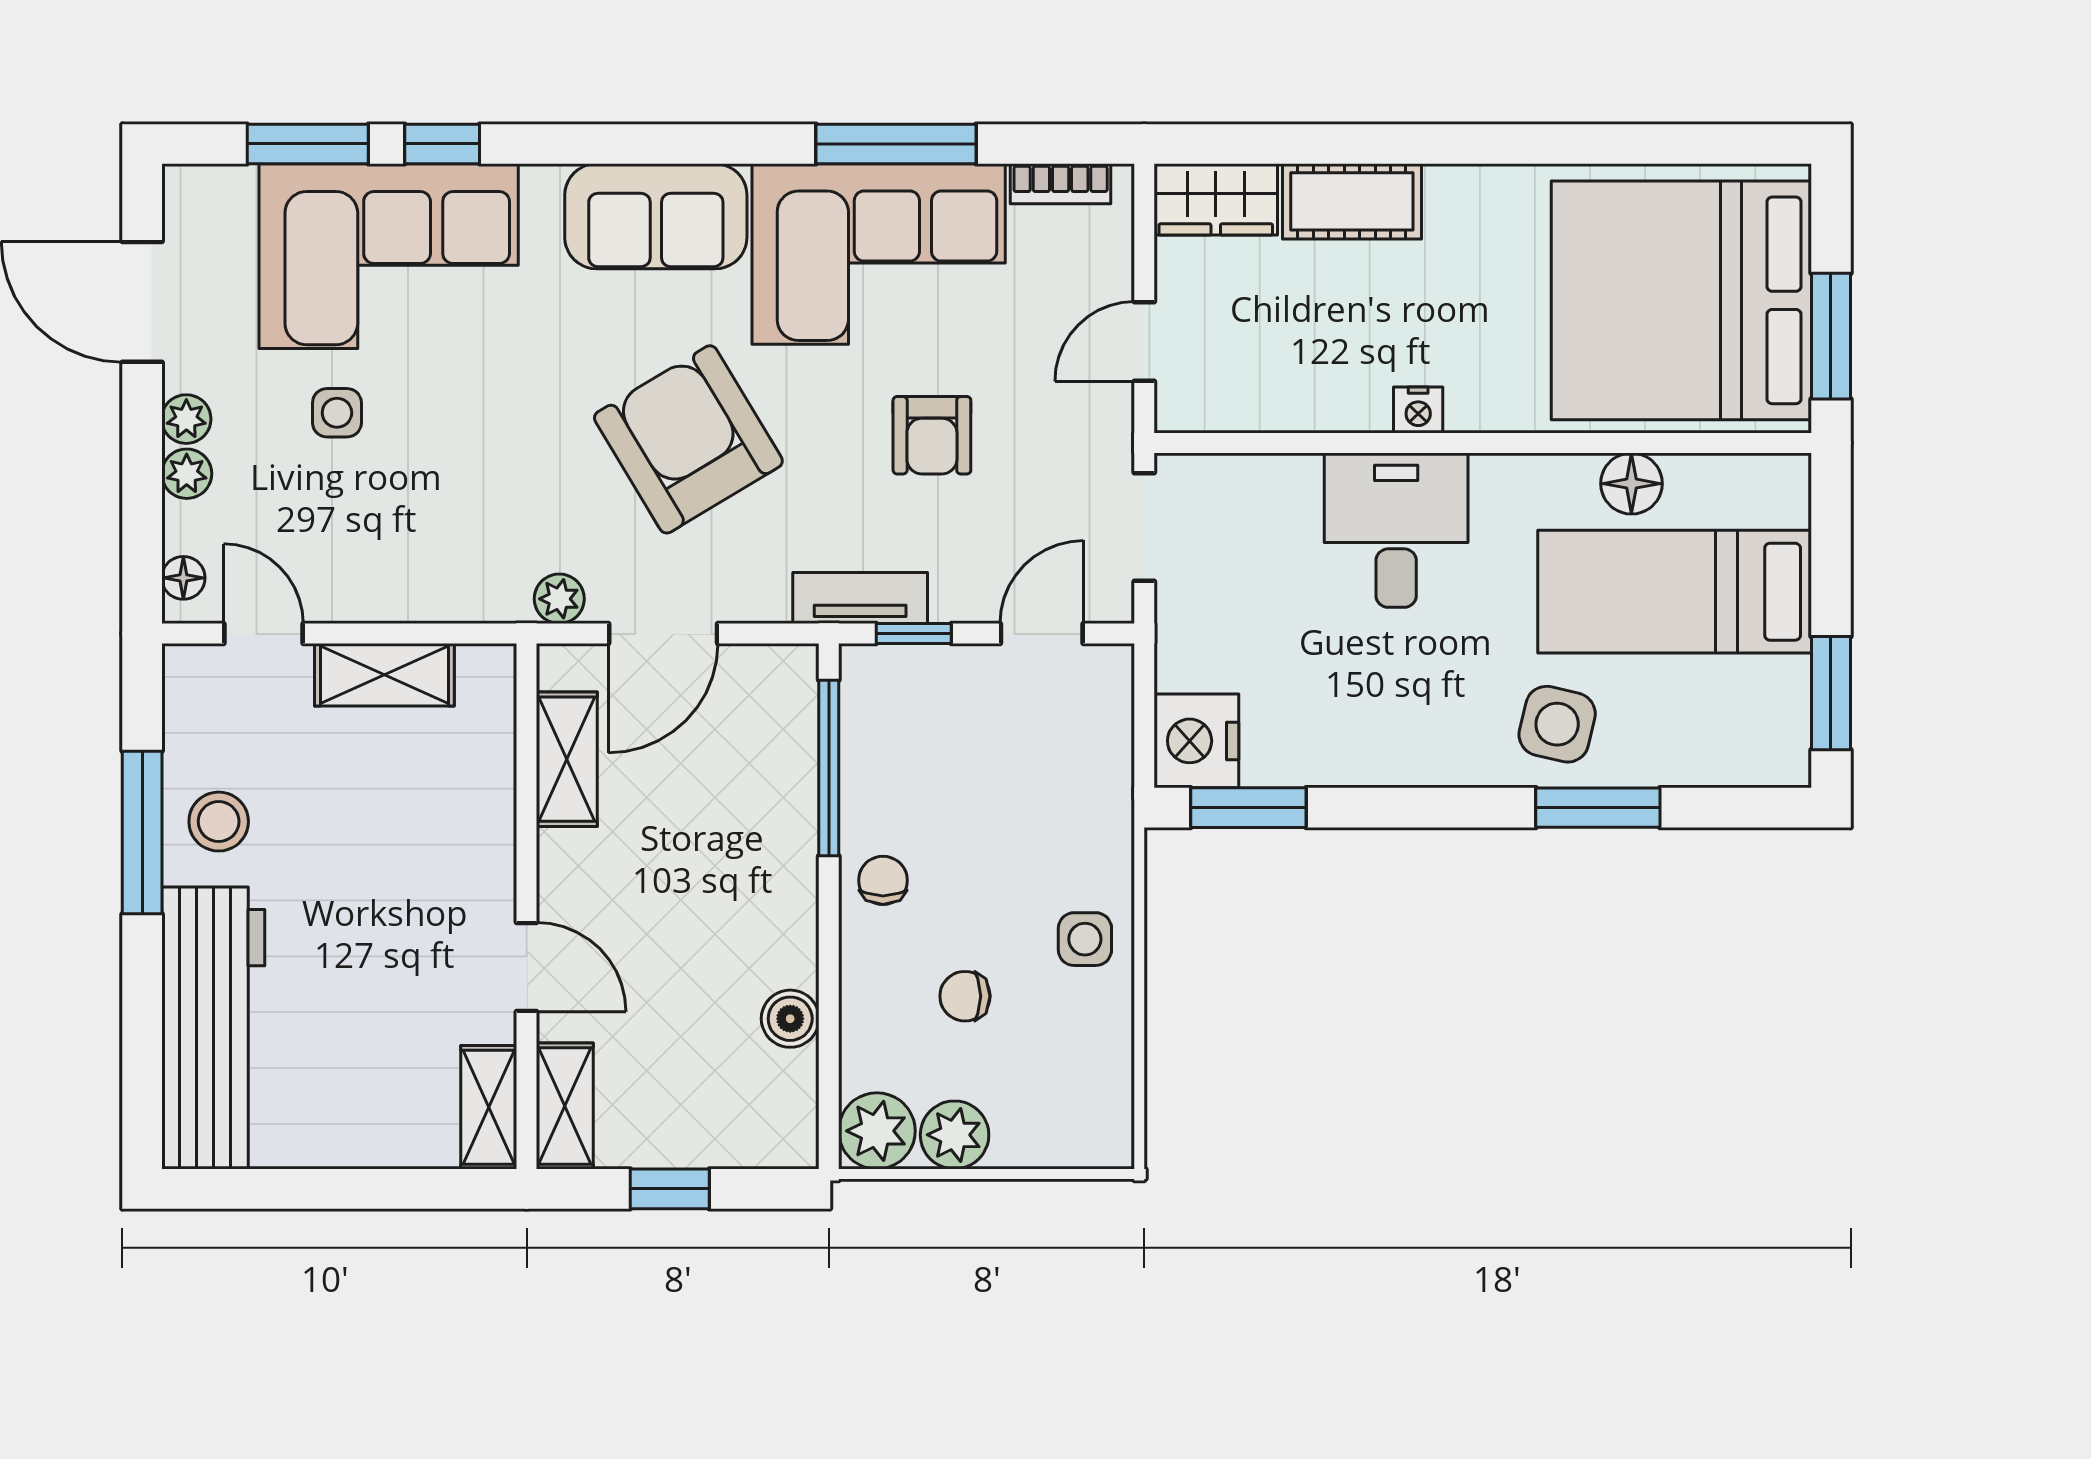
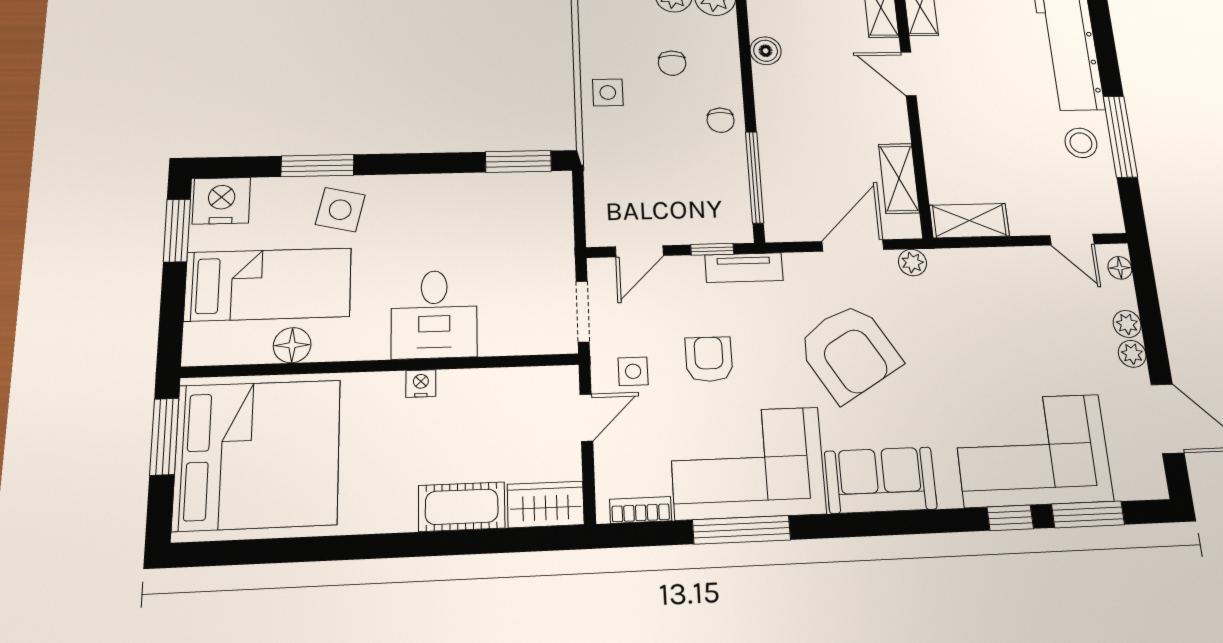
side table: (337, 413) -> (633, 371), moved
shelving: (384, 675) -> (969, 221), moved
nightstand: (1196, 741) -> (221, 201), moved, turned -90
chair: (965, 996) -> (672, 63), turned 90

